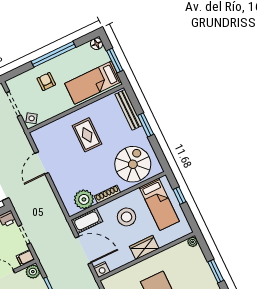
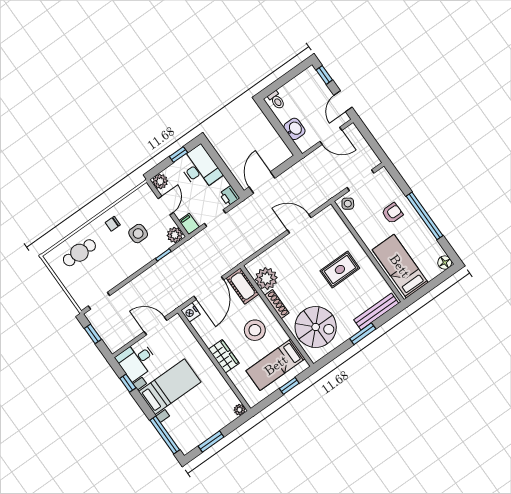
window: (115, 61) -> (429, 286), removed

